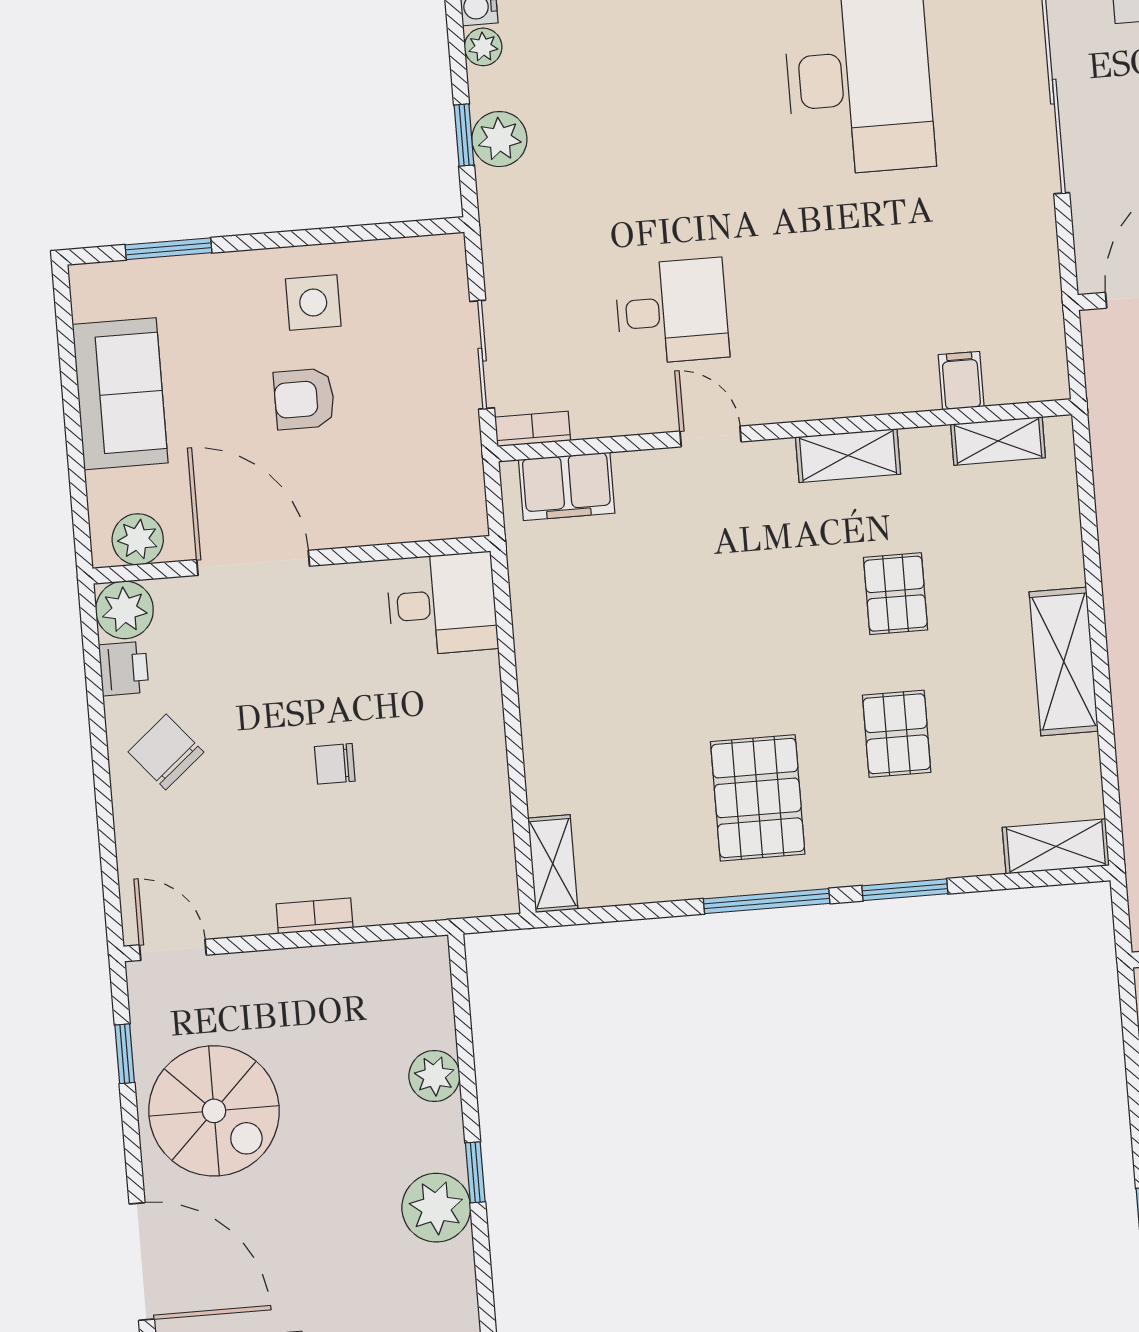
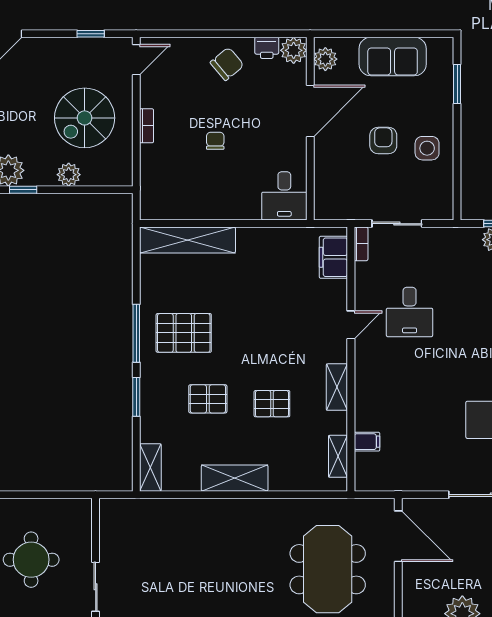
shelving: (553, 864) -> (187, 240), width x2.20, depth x1.33
spiral stairs: (214, 1111) -> (85, 118), moved

